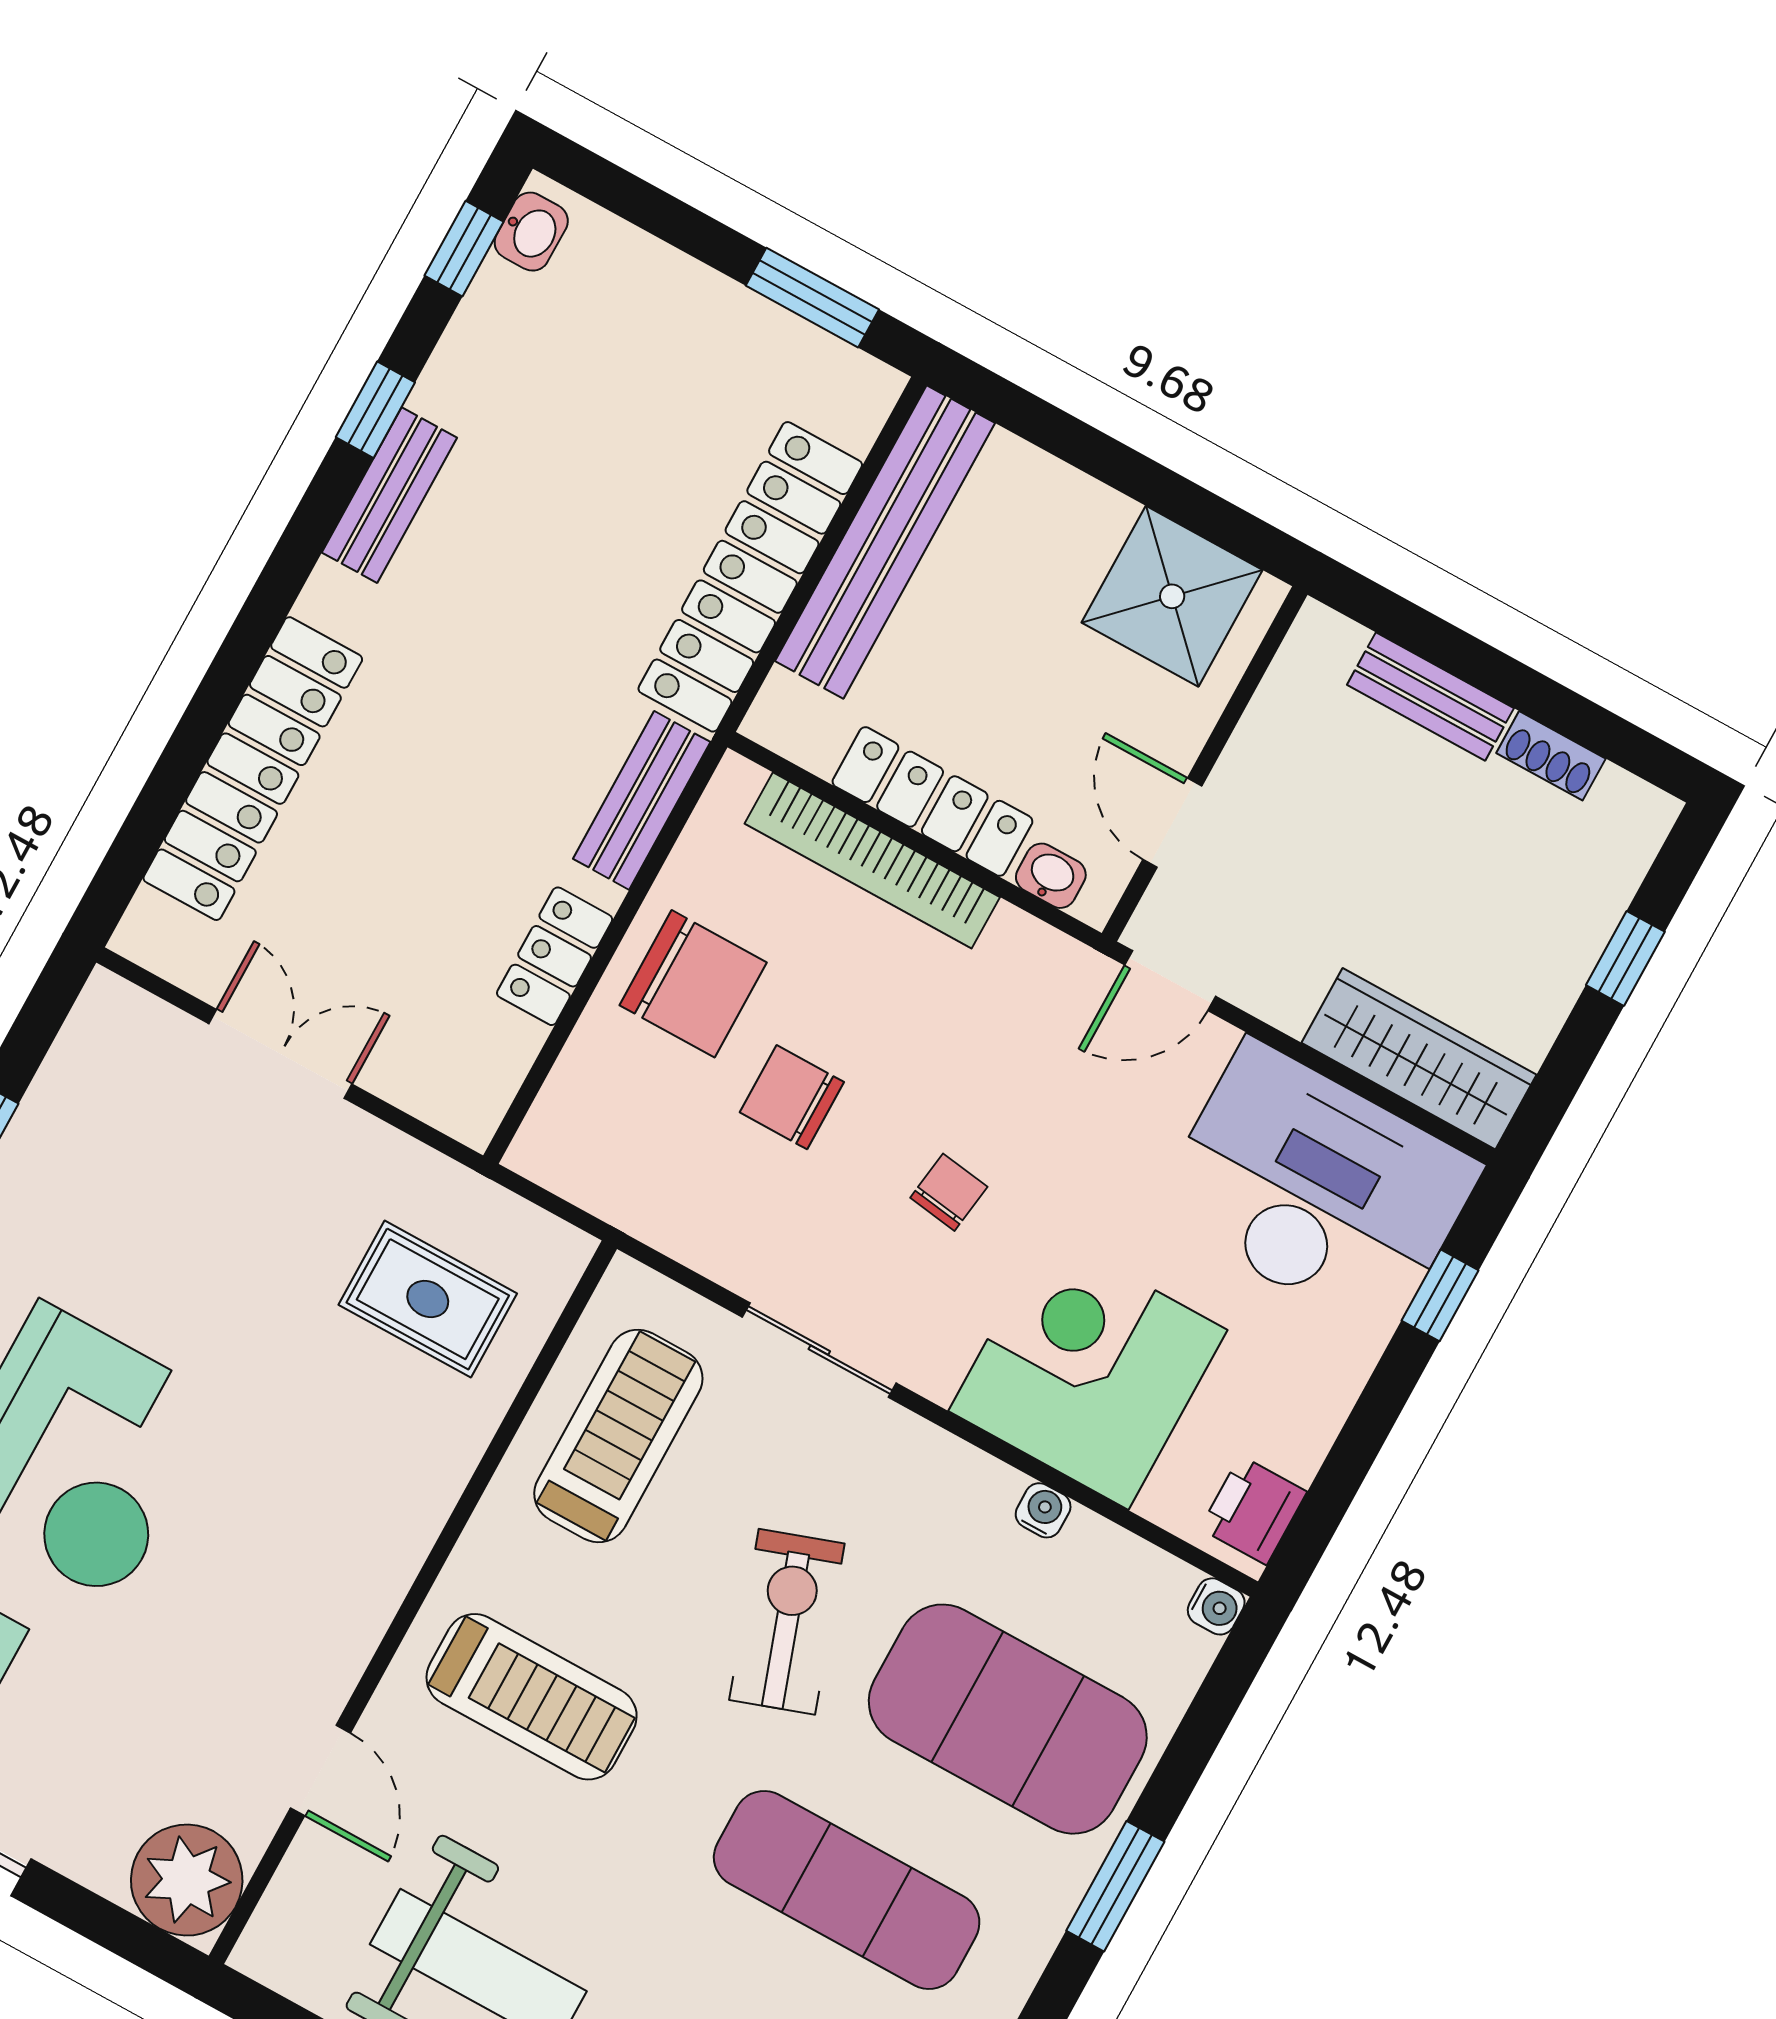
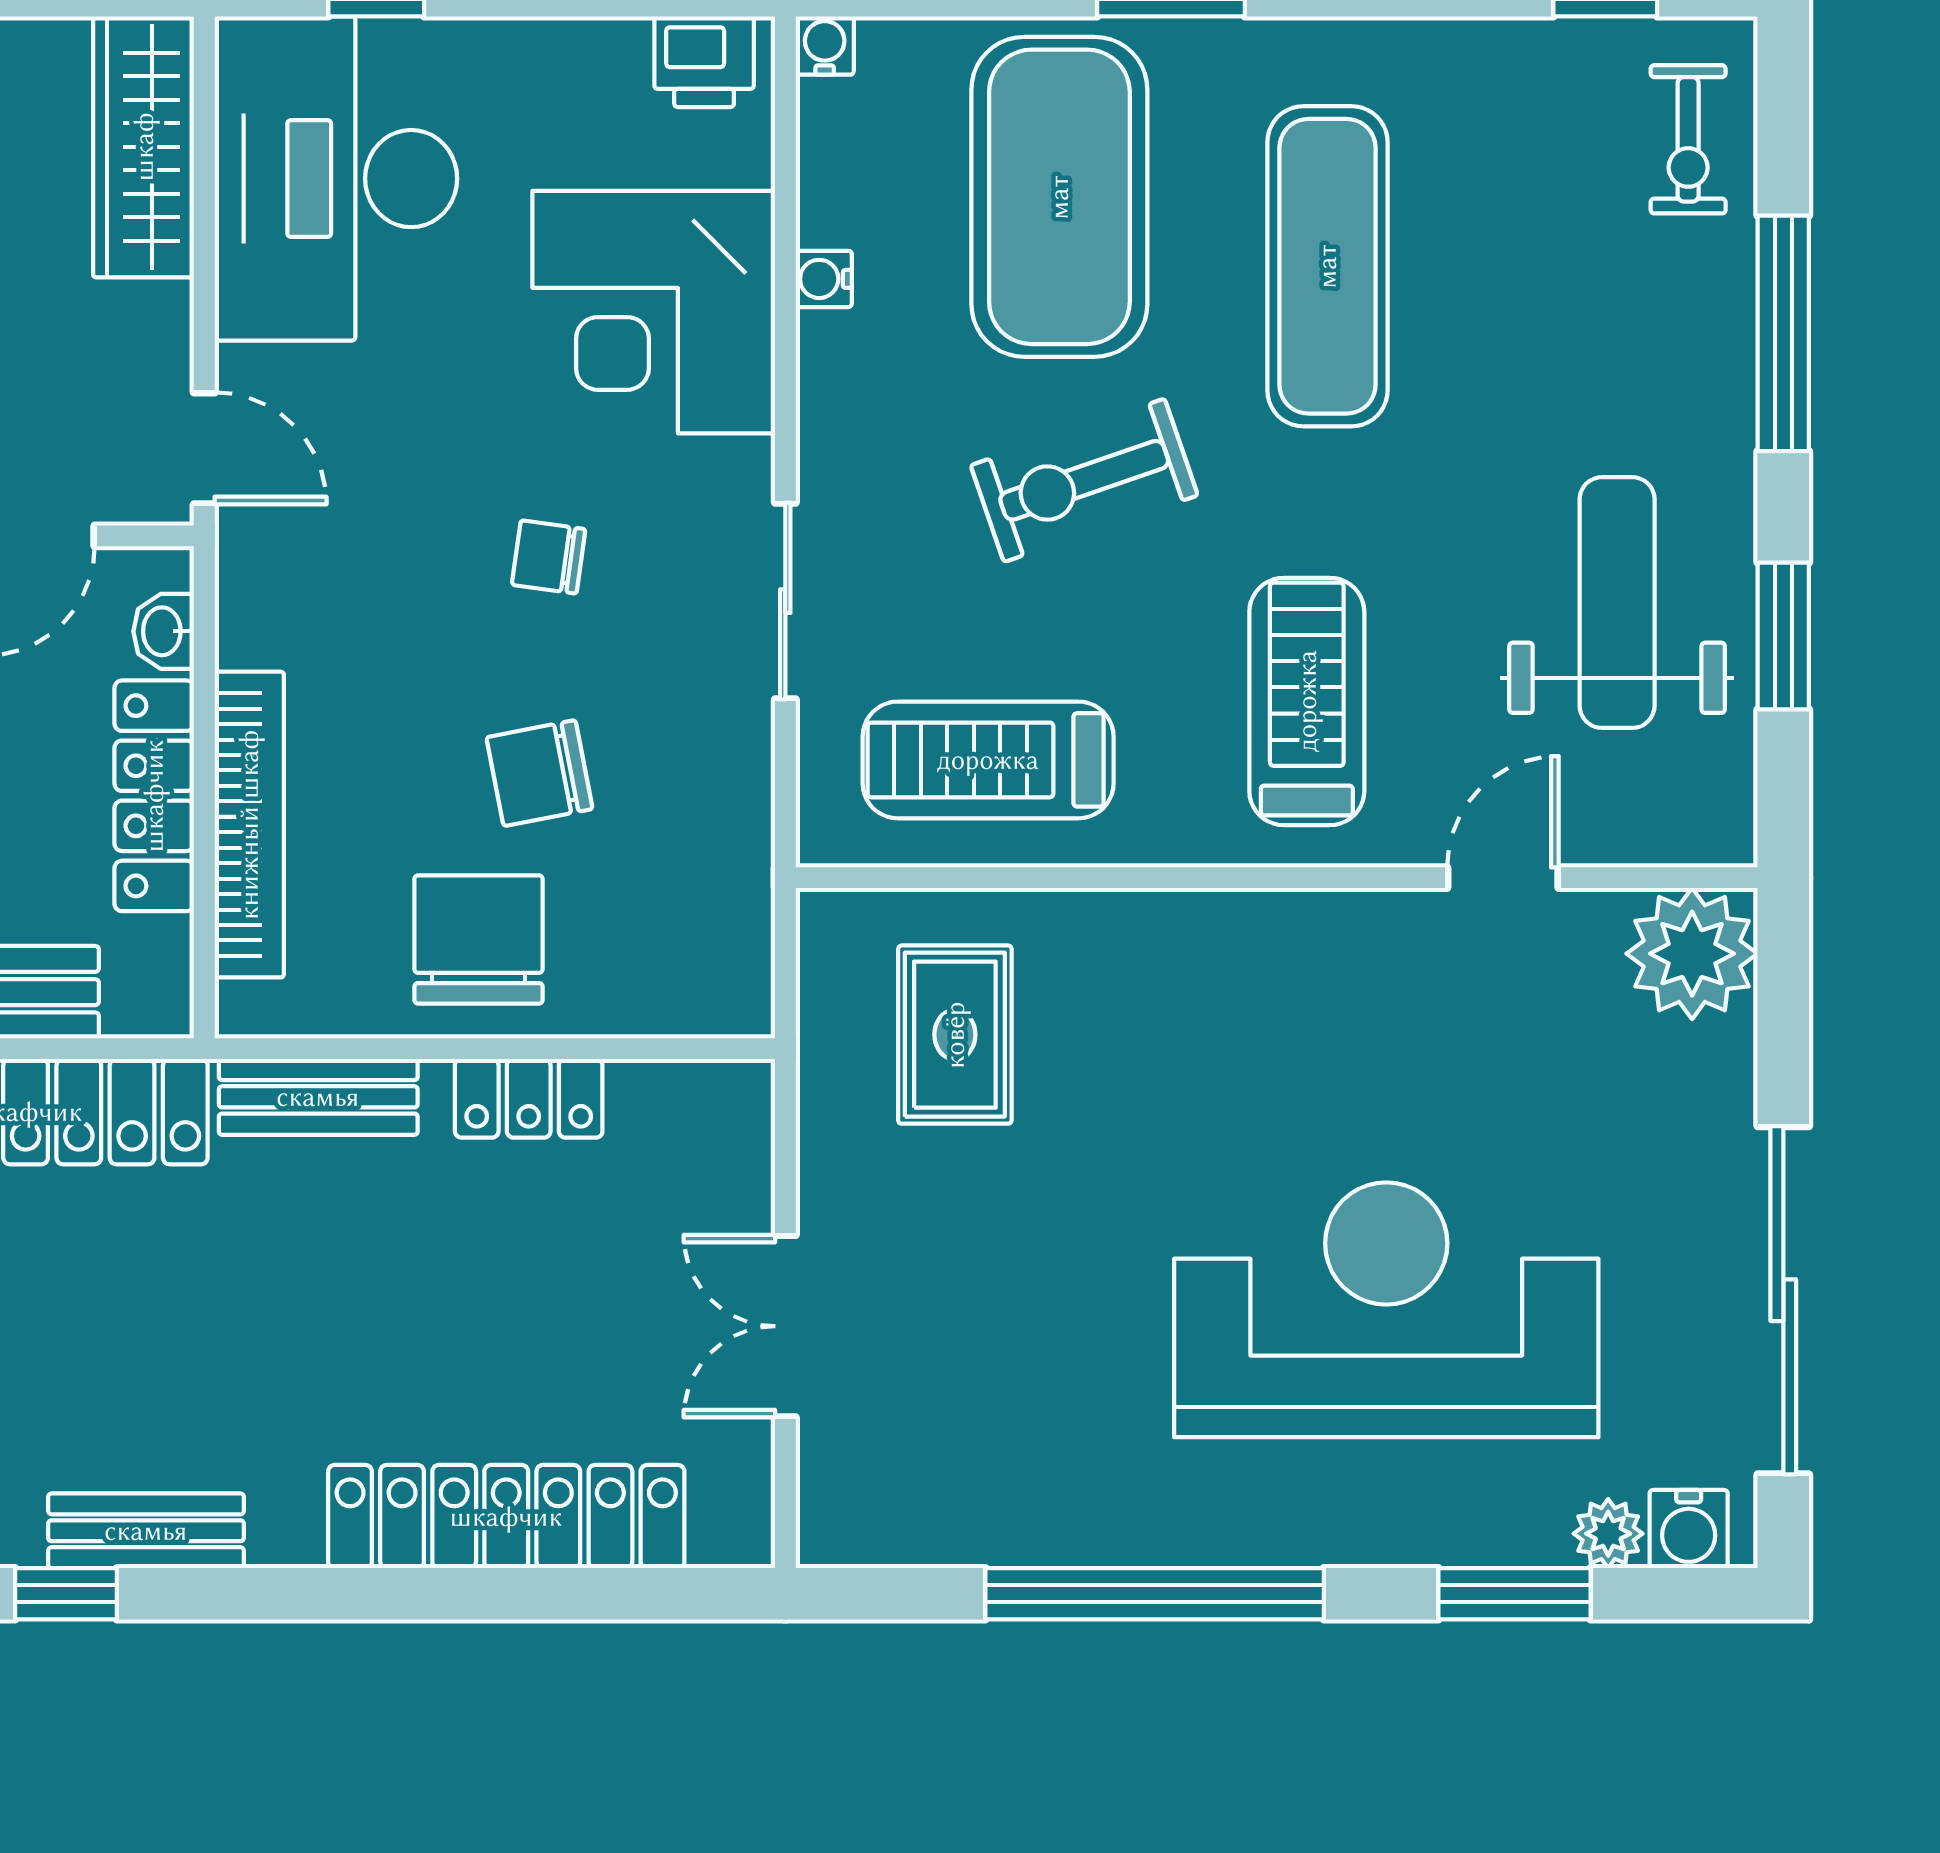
chair: (792, 1097) -> (540, 773), turned 79

